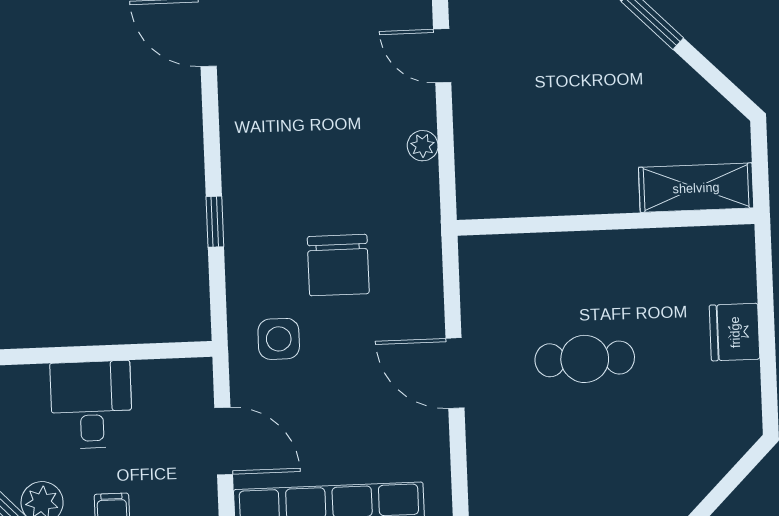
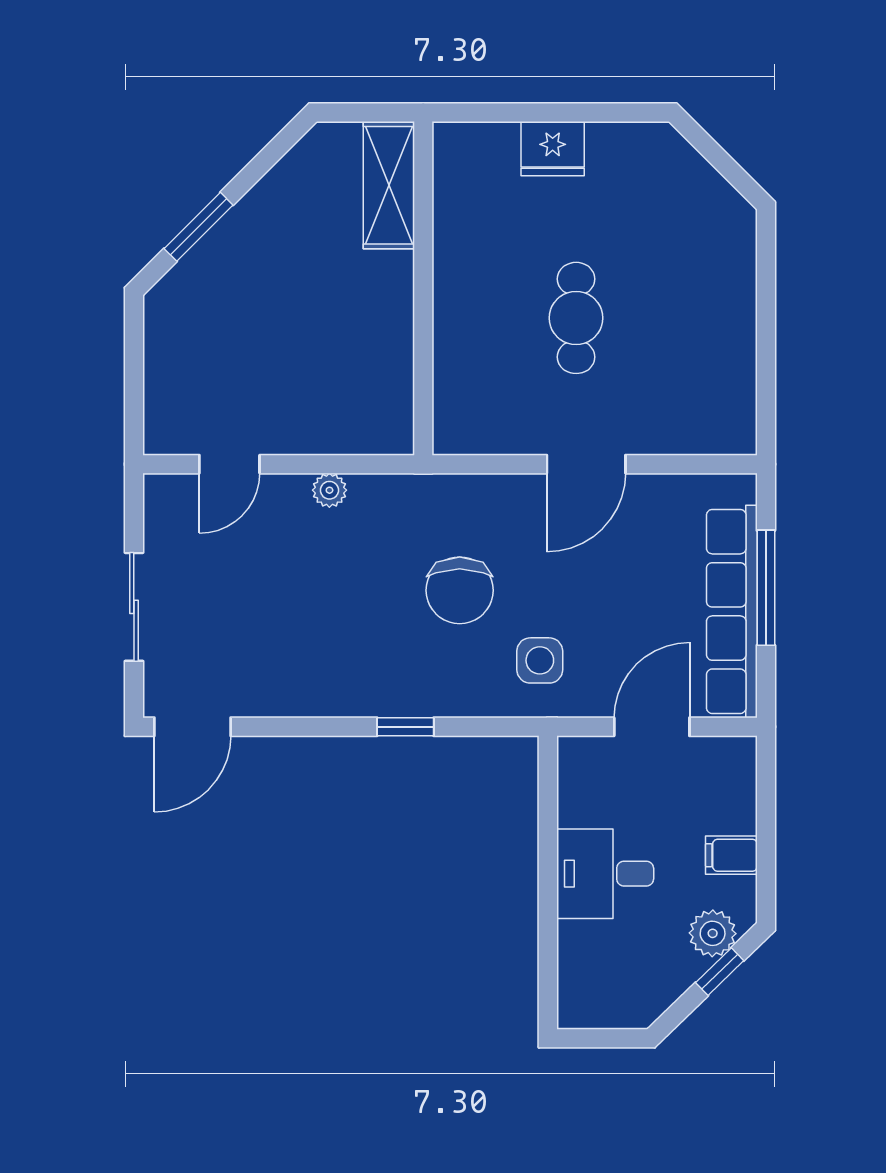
chair: (338, 265) -> (460, 590), turned 90

